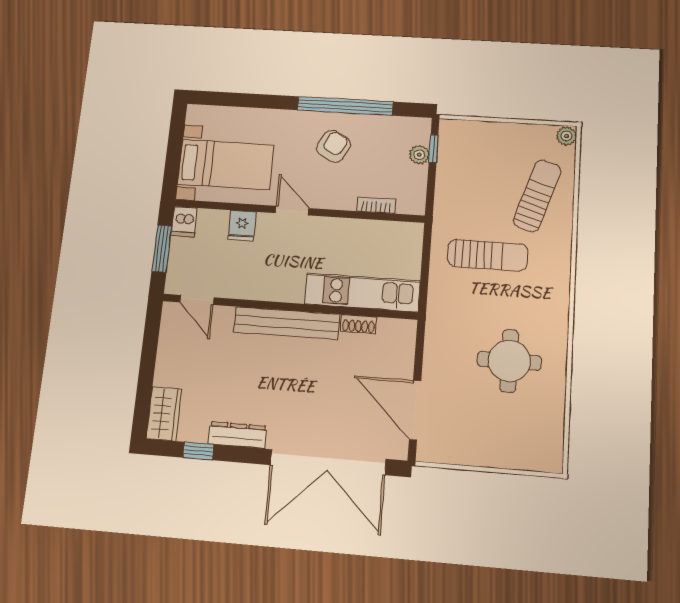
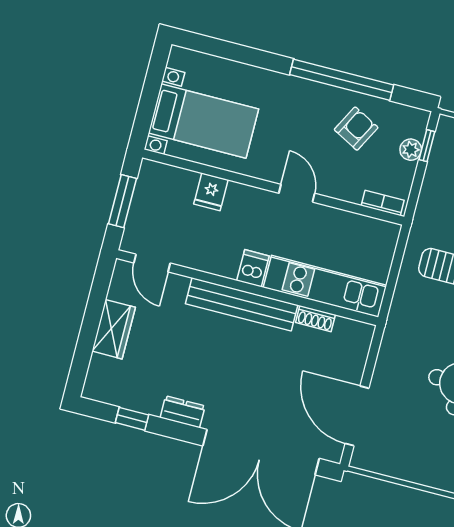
armchair: (334, 146) -> (356, 129), moved
bookcase: (376, 205) -> (383, 203), moved
door: (292, 211) -> (297, 193), moved
dishwasher: (184, 222) -> (253, 268), moved, turned 180
wardrobe: (164, 414) -> (114, 329), moved
dresser: (237, 435) -> (183, 412), width x0.70

